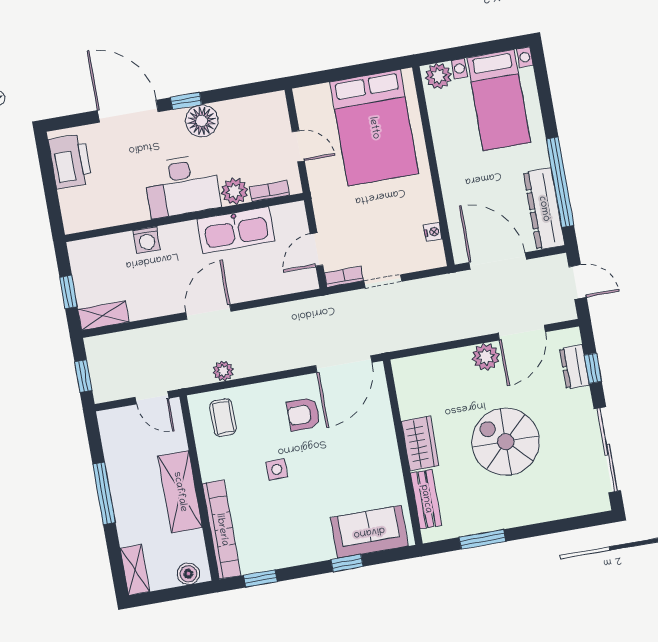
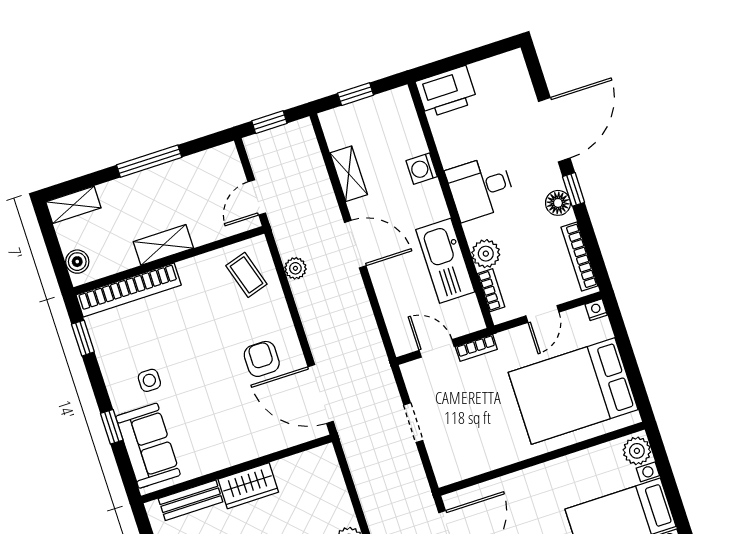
bookcase: (249, 104) -> (579, 256), added
floor lamp: (202, 121) -> (558, 203), width x0.73, depth x0.73
printer: (70, 161) -> (446, 92), moved
desk: (182, 186) -> (481, 188), width x0.73
nightstand: (433, 232) -> (596, 310), moved, turned 180
bookcase: (344, 277) -> (476, 348), moved, turned 90
shelving: (104, 316) -> (349, 174), moved
coffee table: (223, 417) -> (246, 275), turned 73
side table: (277, 469) -> (149, 380), moved
shelving: (180, 492) -> (163, 245), width x0.67, depth x0.75

